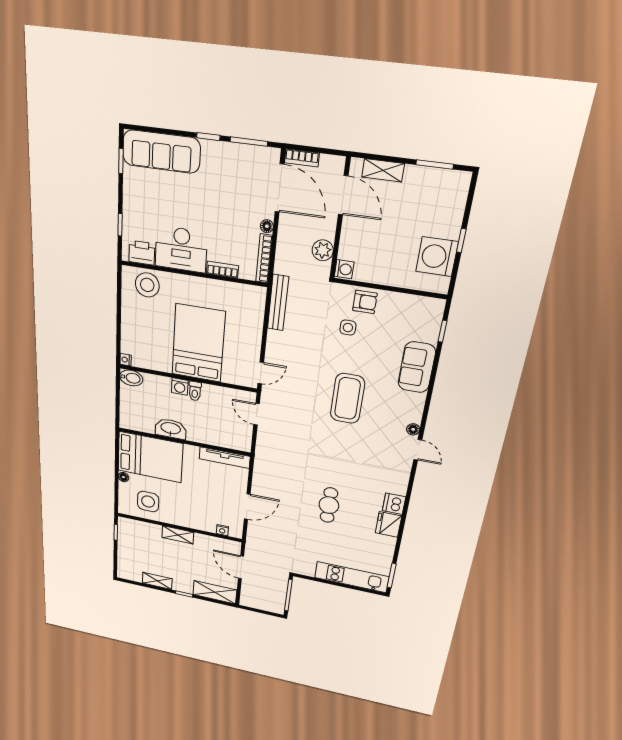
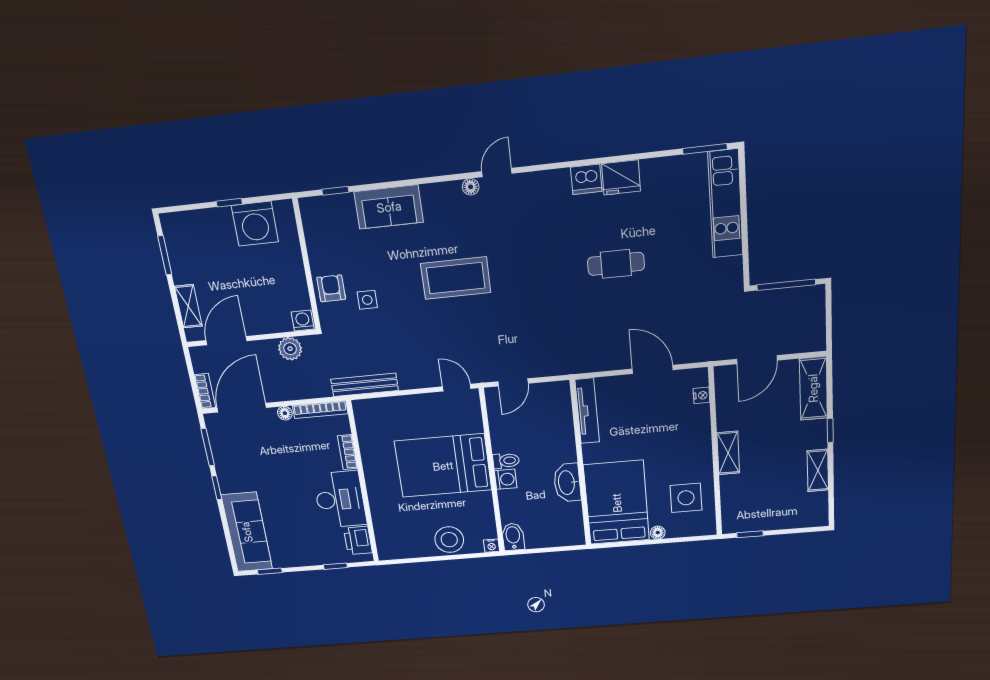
stool: (147, 285) -> (449, 540), moved

